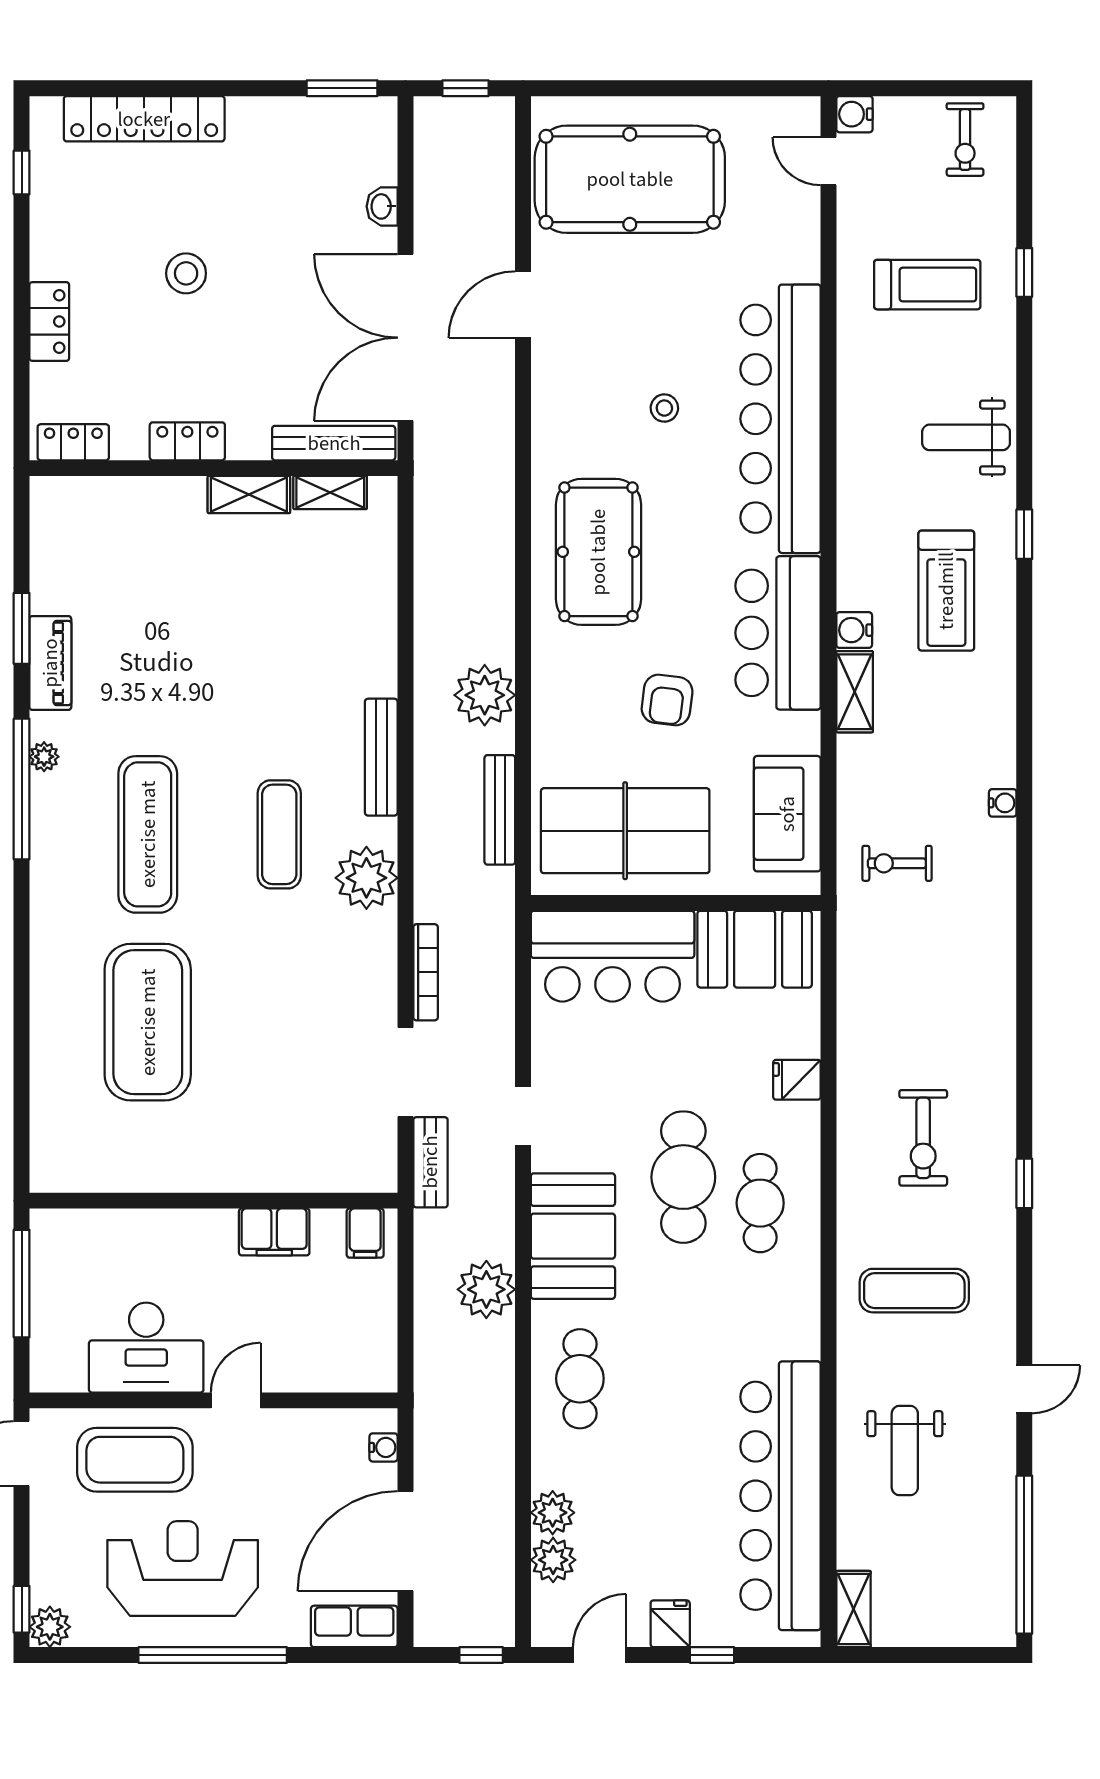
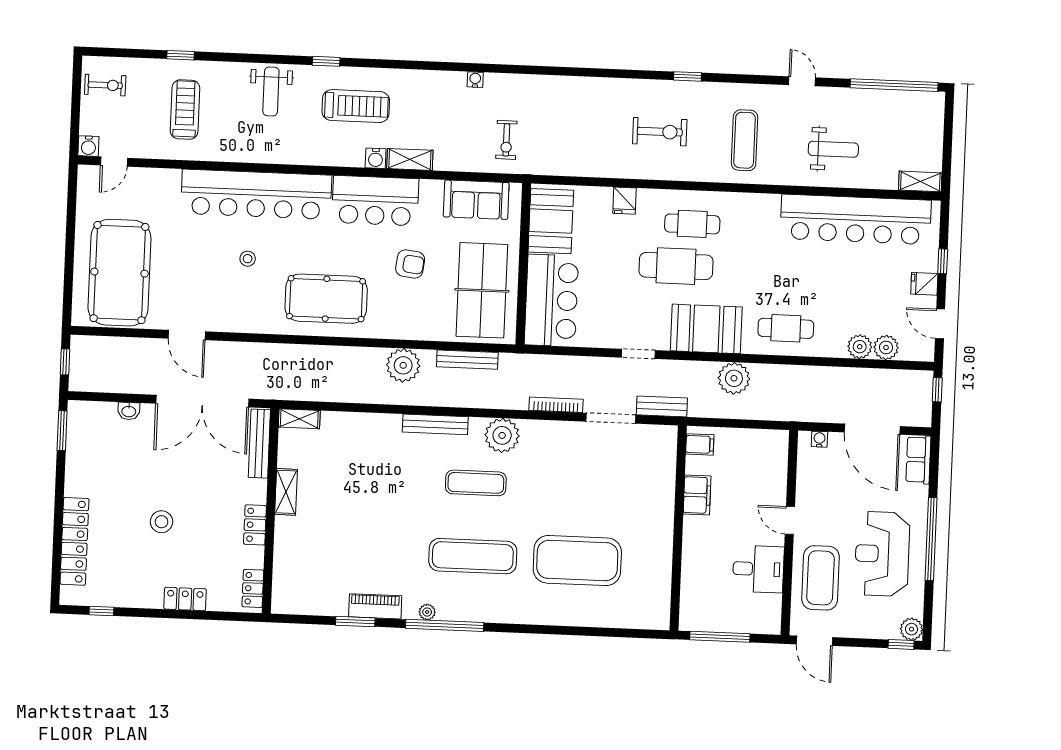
shelving: (330, 493) -> (299, 419), moved, turned 90
desk: (146, 1348) -> (758, 569), width x0.73

